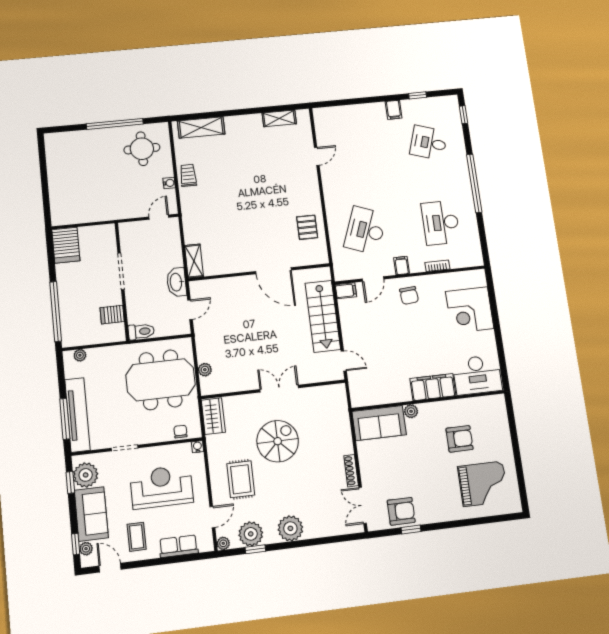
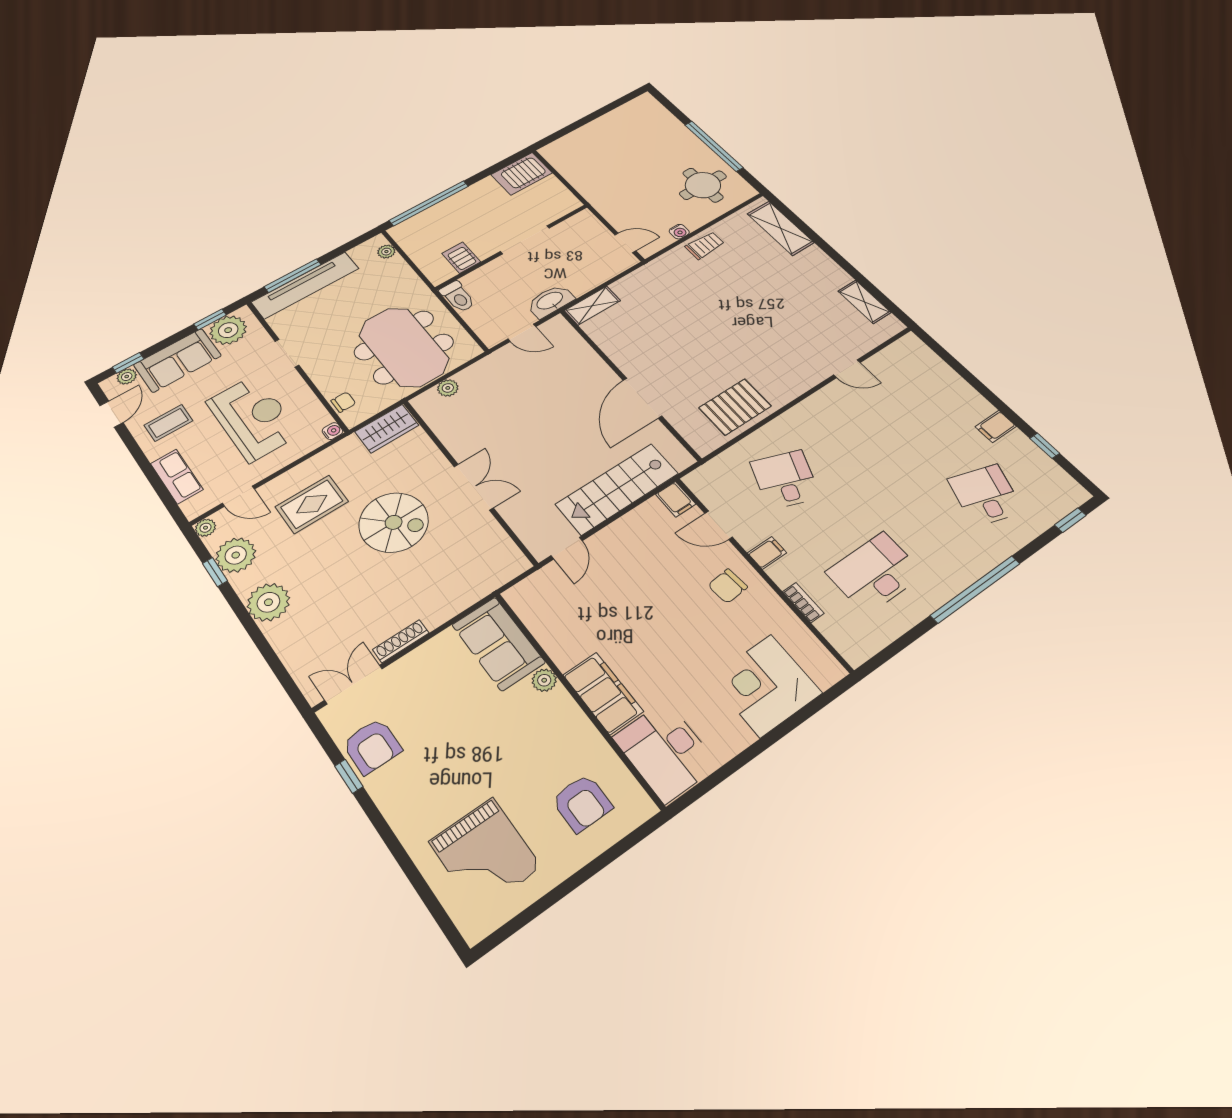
pallet: (307, 227) -> (735, 407), width x1.50, depth x1.42
desk: (365, 230) -> (785, 480), width x0.73
armchair: (460, 439) -> (582, 803), moved

